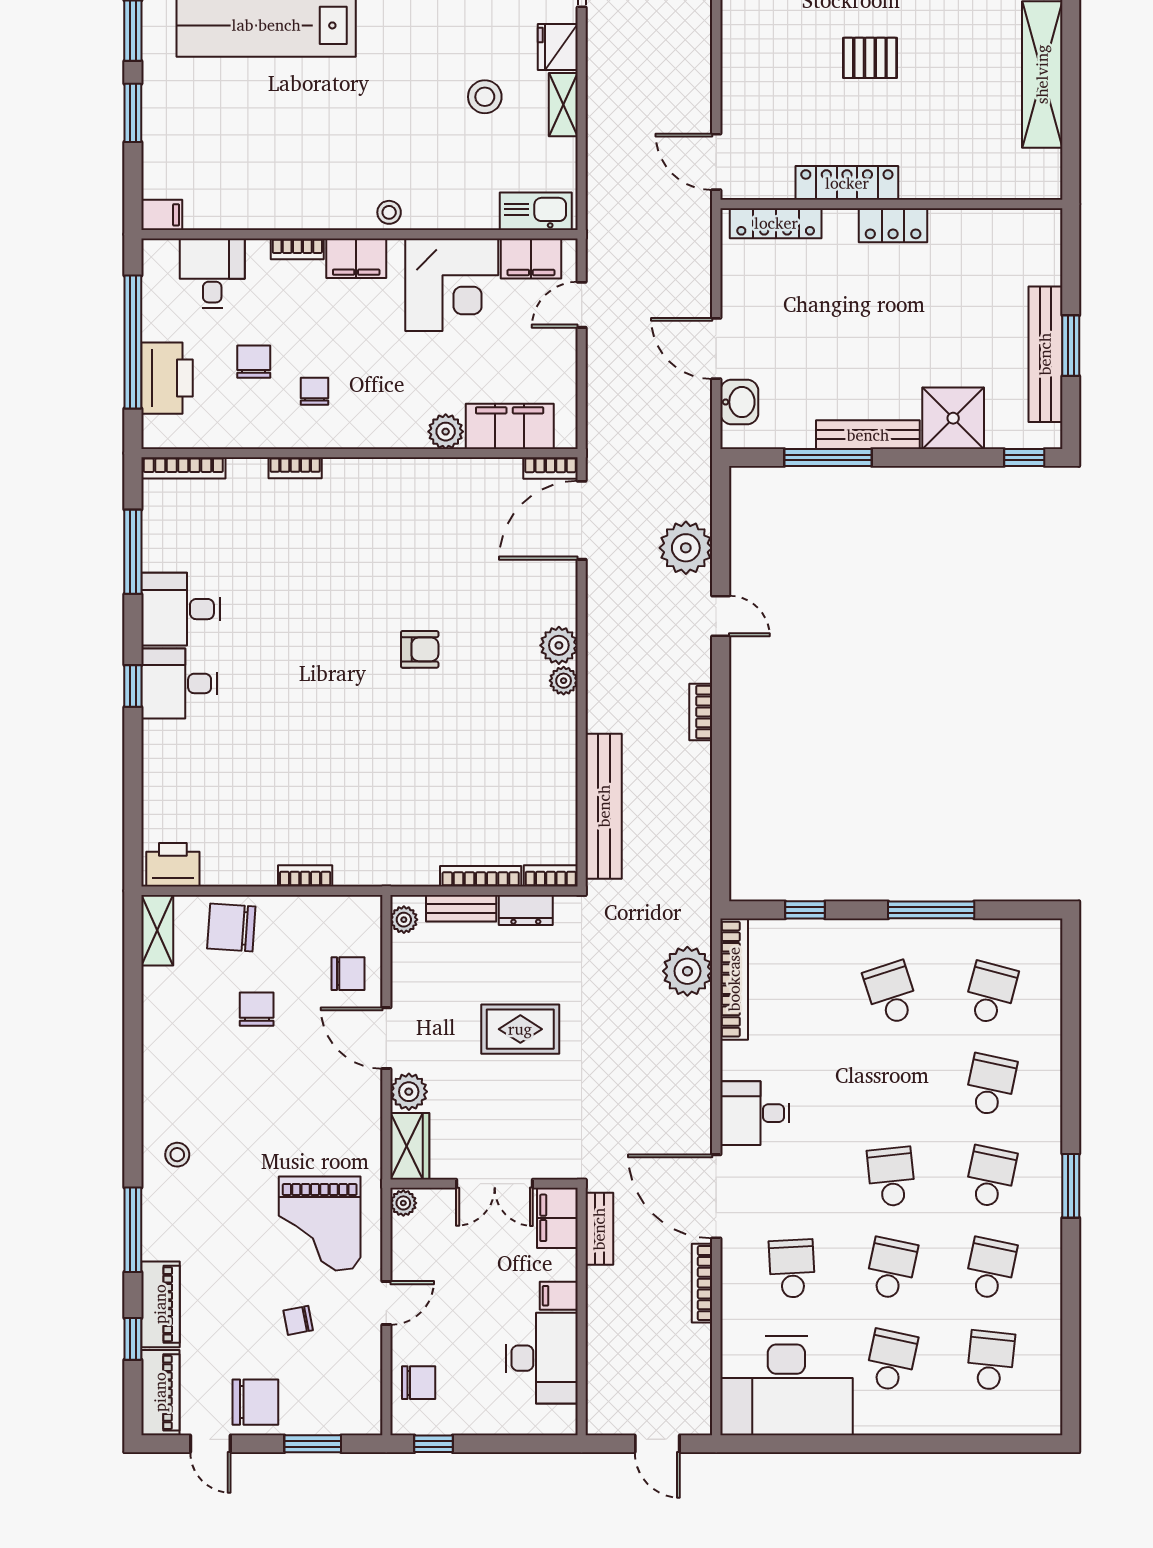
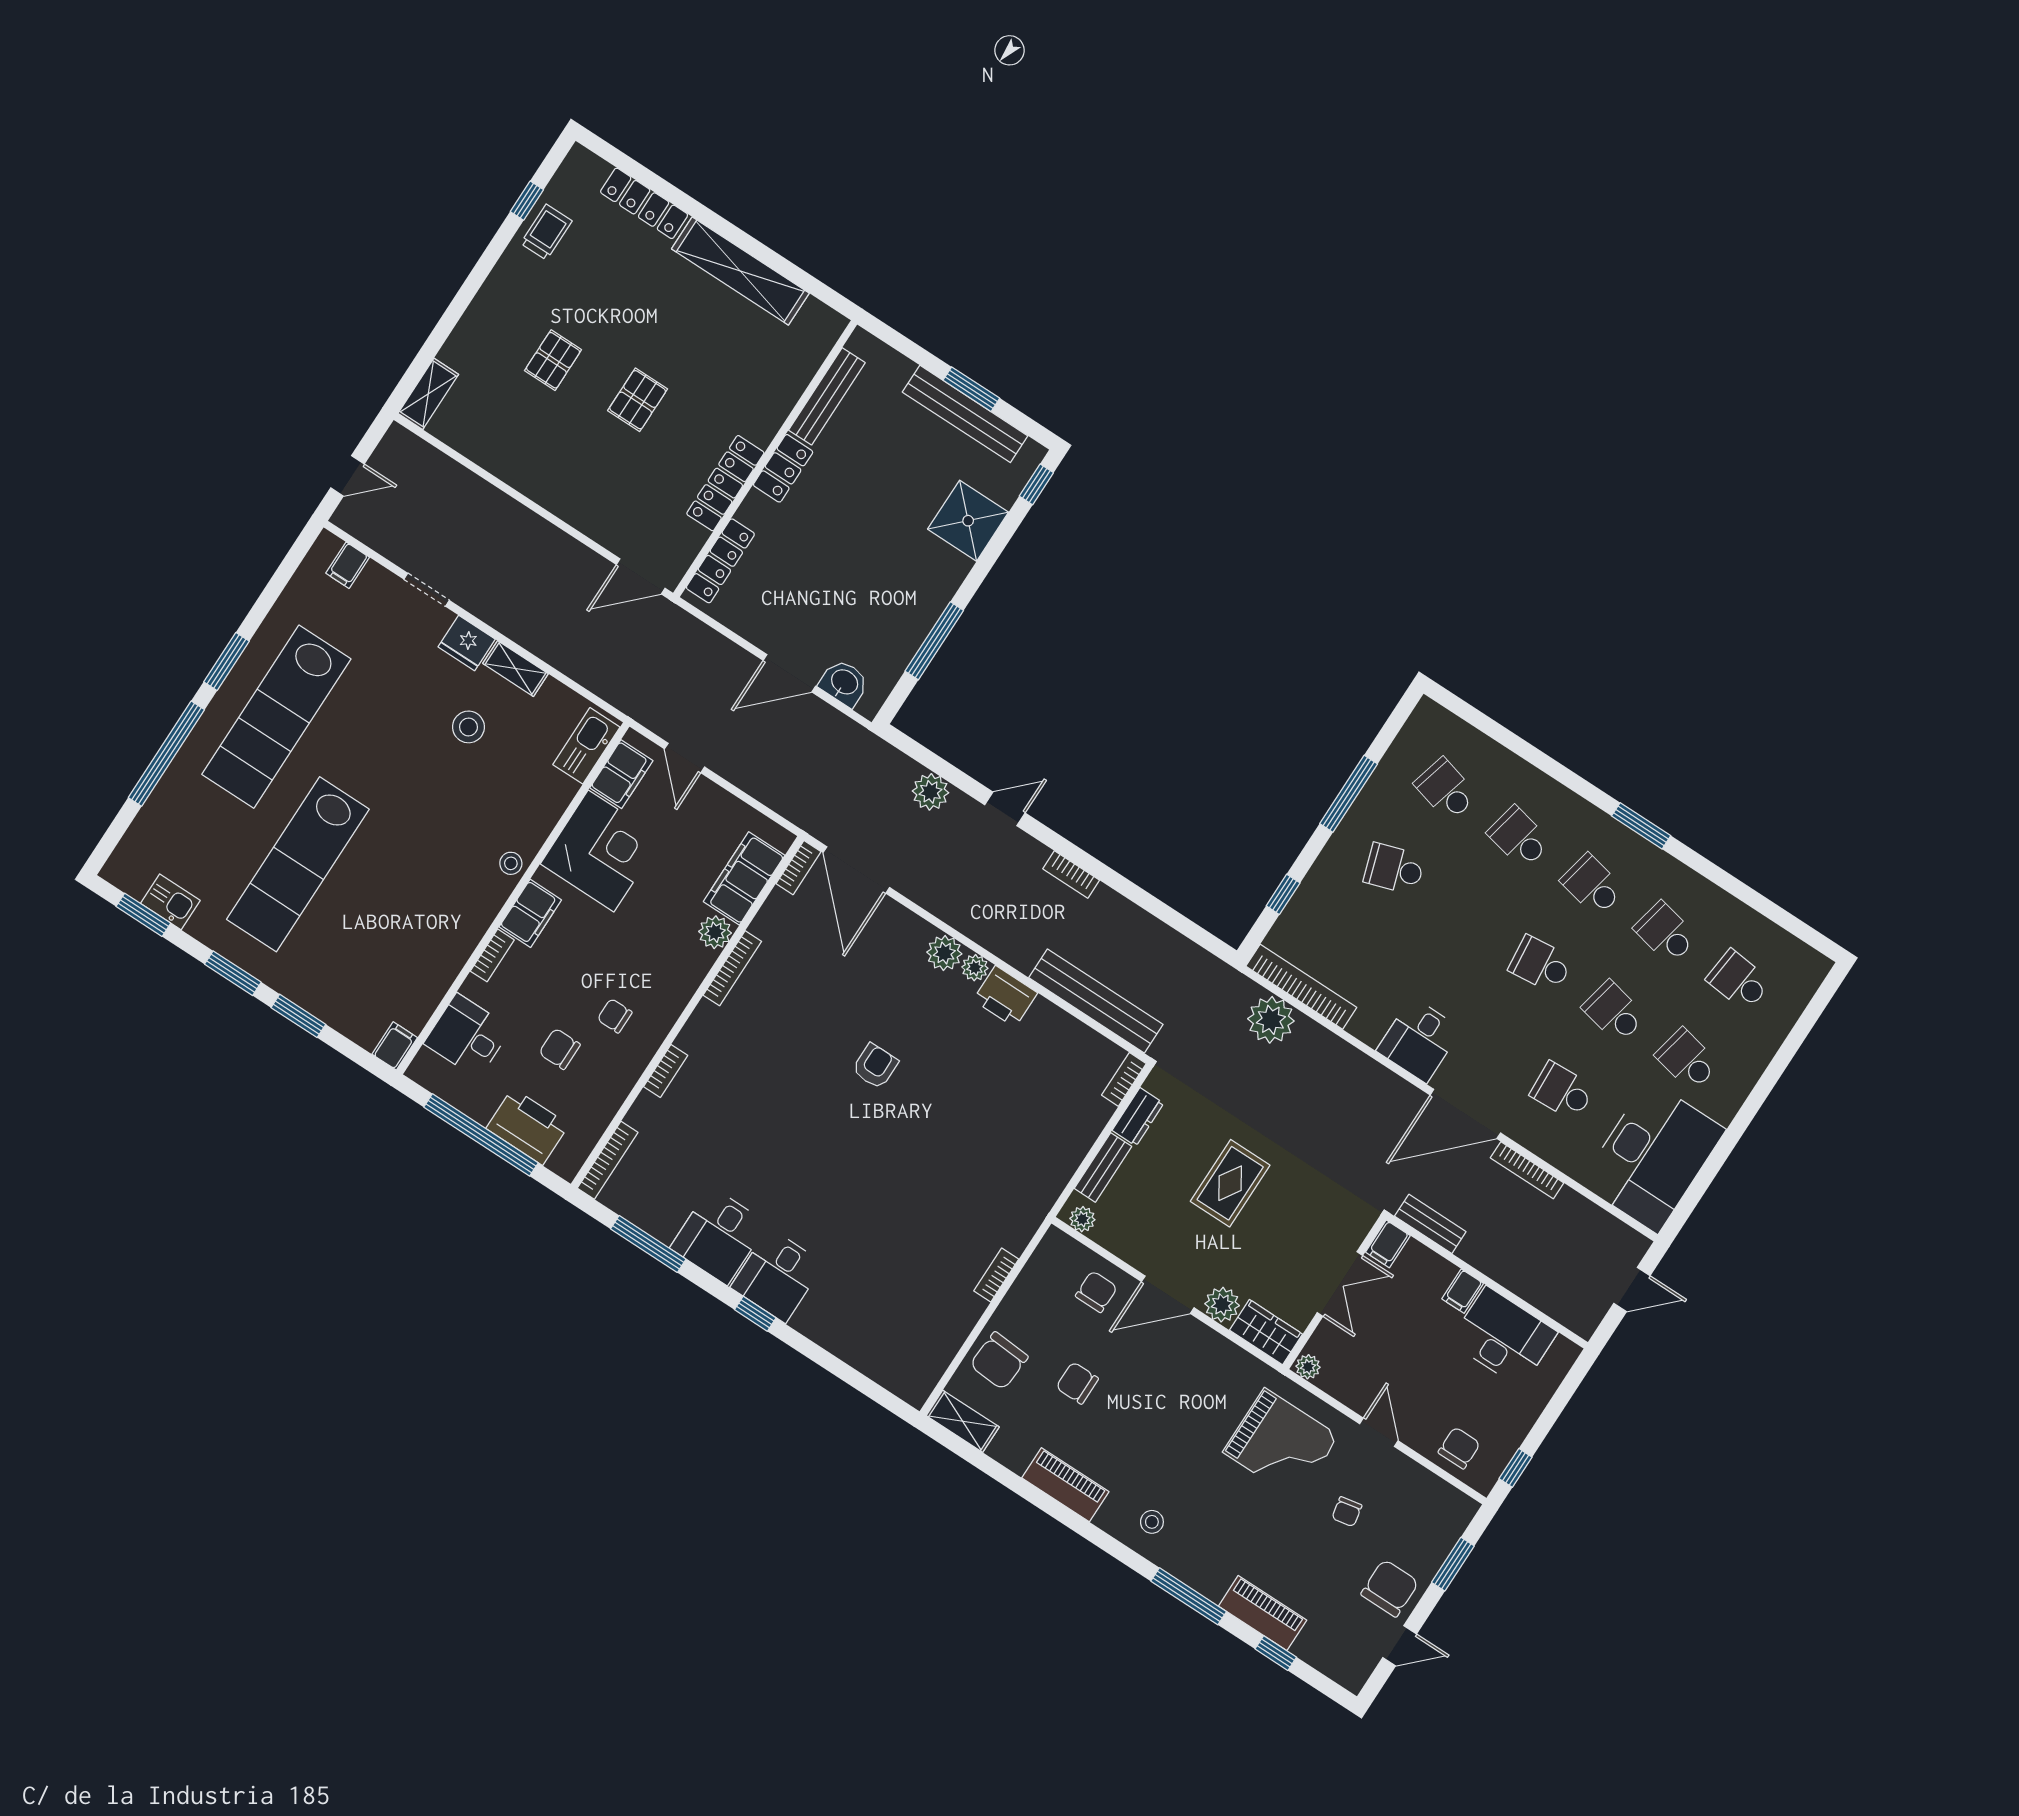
bench: (868, 435) -> (827, 396), moved
plant: (686, 548) -> (930, 792), width x0.73, depth x0.73
printer: (173, 865) -> (1005, 996), moved, turned -90
bookcase: (481, 876) -> (732, 968), moved, turned 180
filing cabinet: (557, 1218) -> (1388, 1244), width x0.50
piano: (160, 1392) -> (1065, 1485), moved

